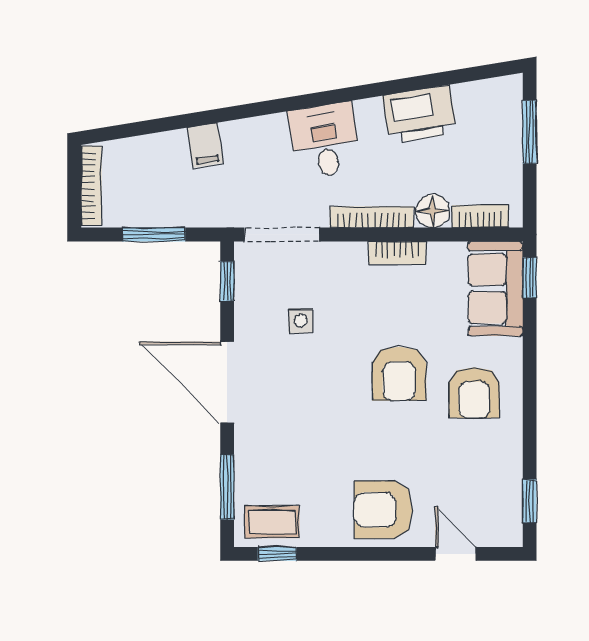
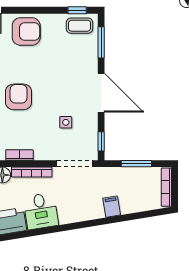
desk: (325, 141) -> (41, 211), moved

